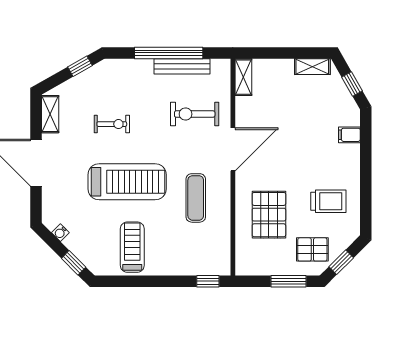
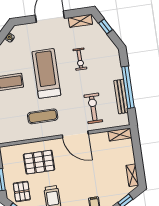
window: (80, 66) -> (105, 26), moved
treadmill: (127, 182) -> (46, 73), turned 180

